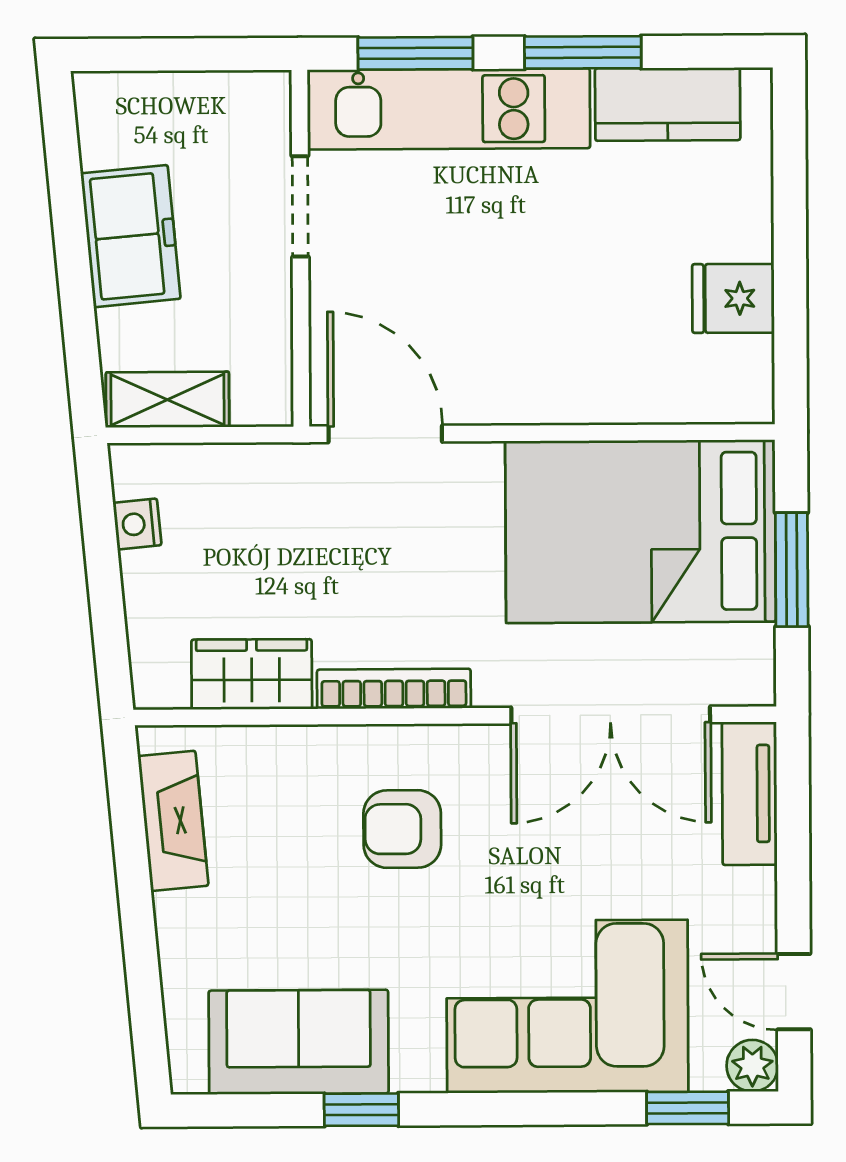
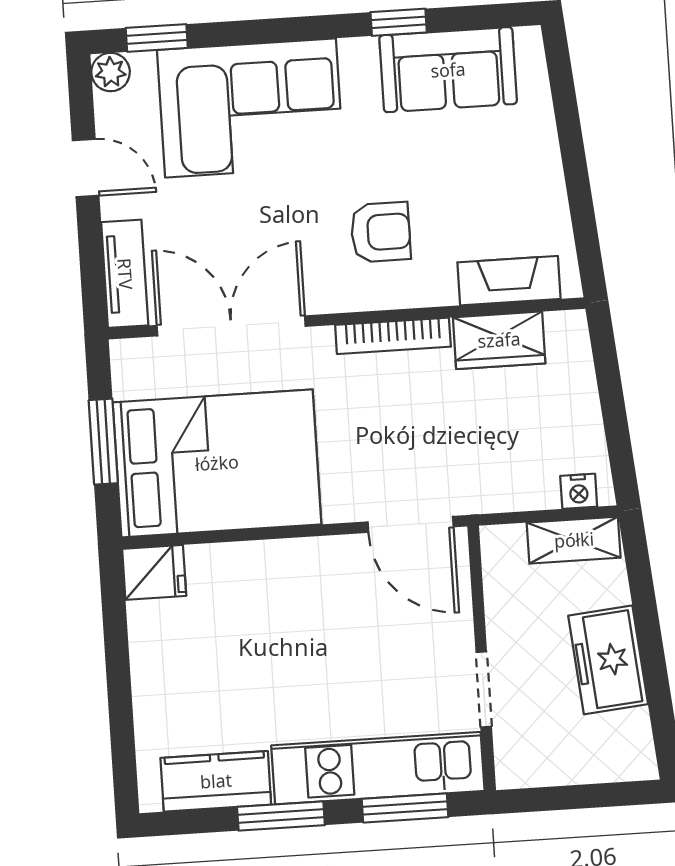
fridge: (733, 298) -> (154, 572), moved
nightstand: (137, 524) -> (579, 491), moved, turned 95
fireplace: (173, 821) -> (509, 281), moved, turned 95
door: (794, 992) -> (86, 168), moved

